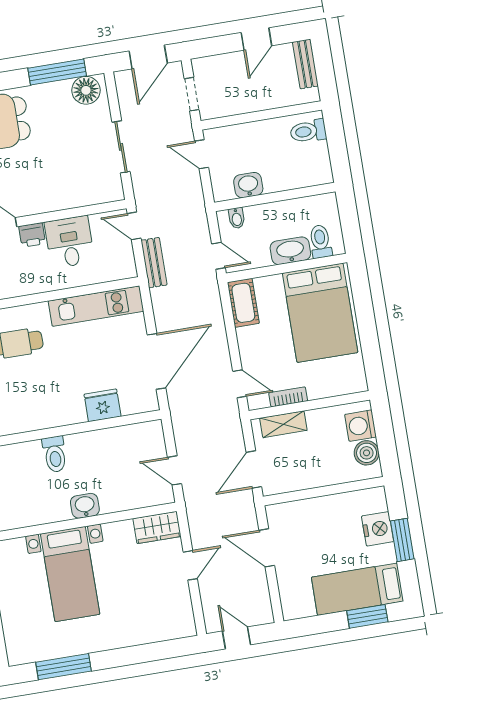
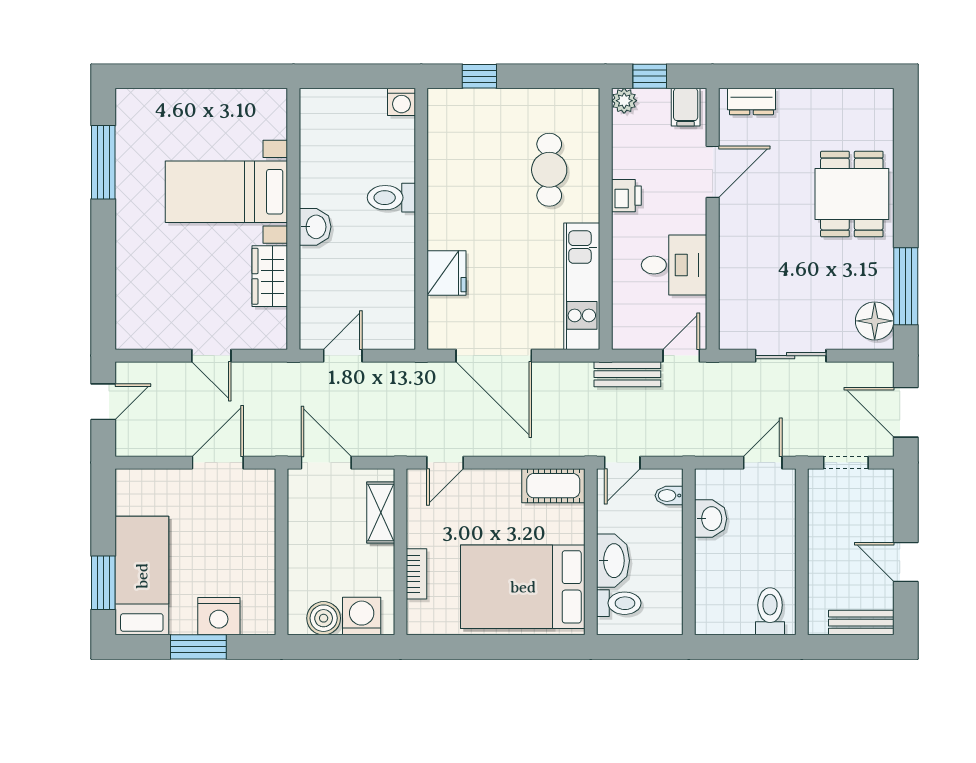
printer: (32, 235) -> (626, 196), moved, turned 180
bookcase: (288, 397) -> (416, 574), moved
wardrobe: (157, 527) -> (270, 276), moved

